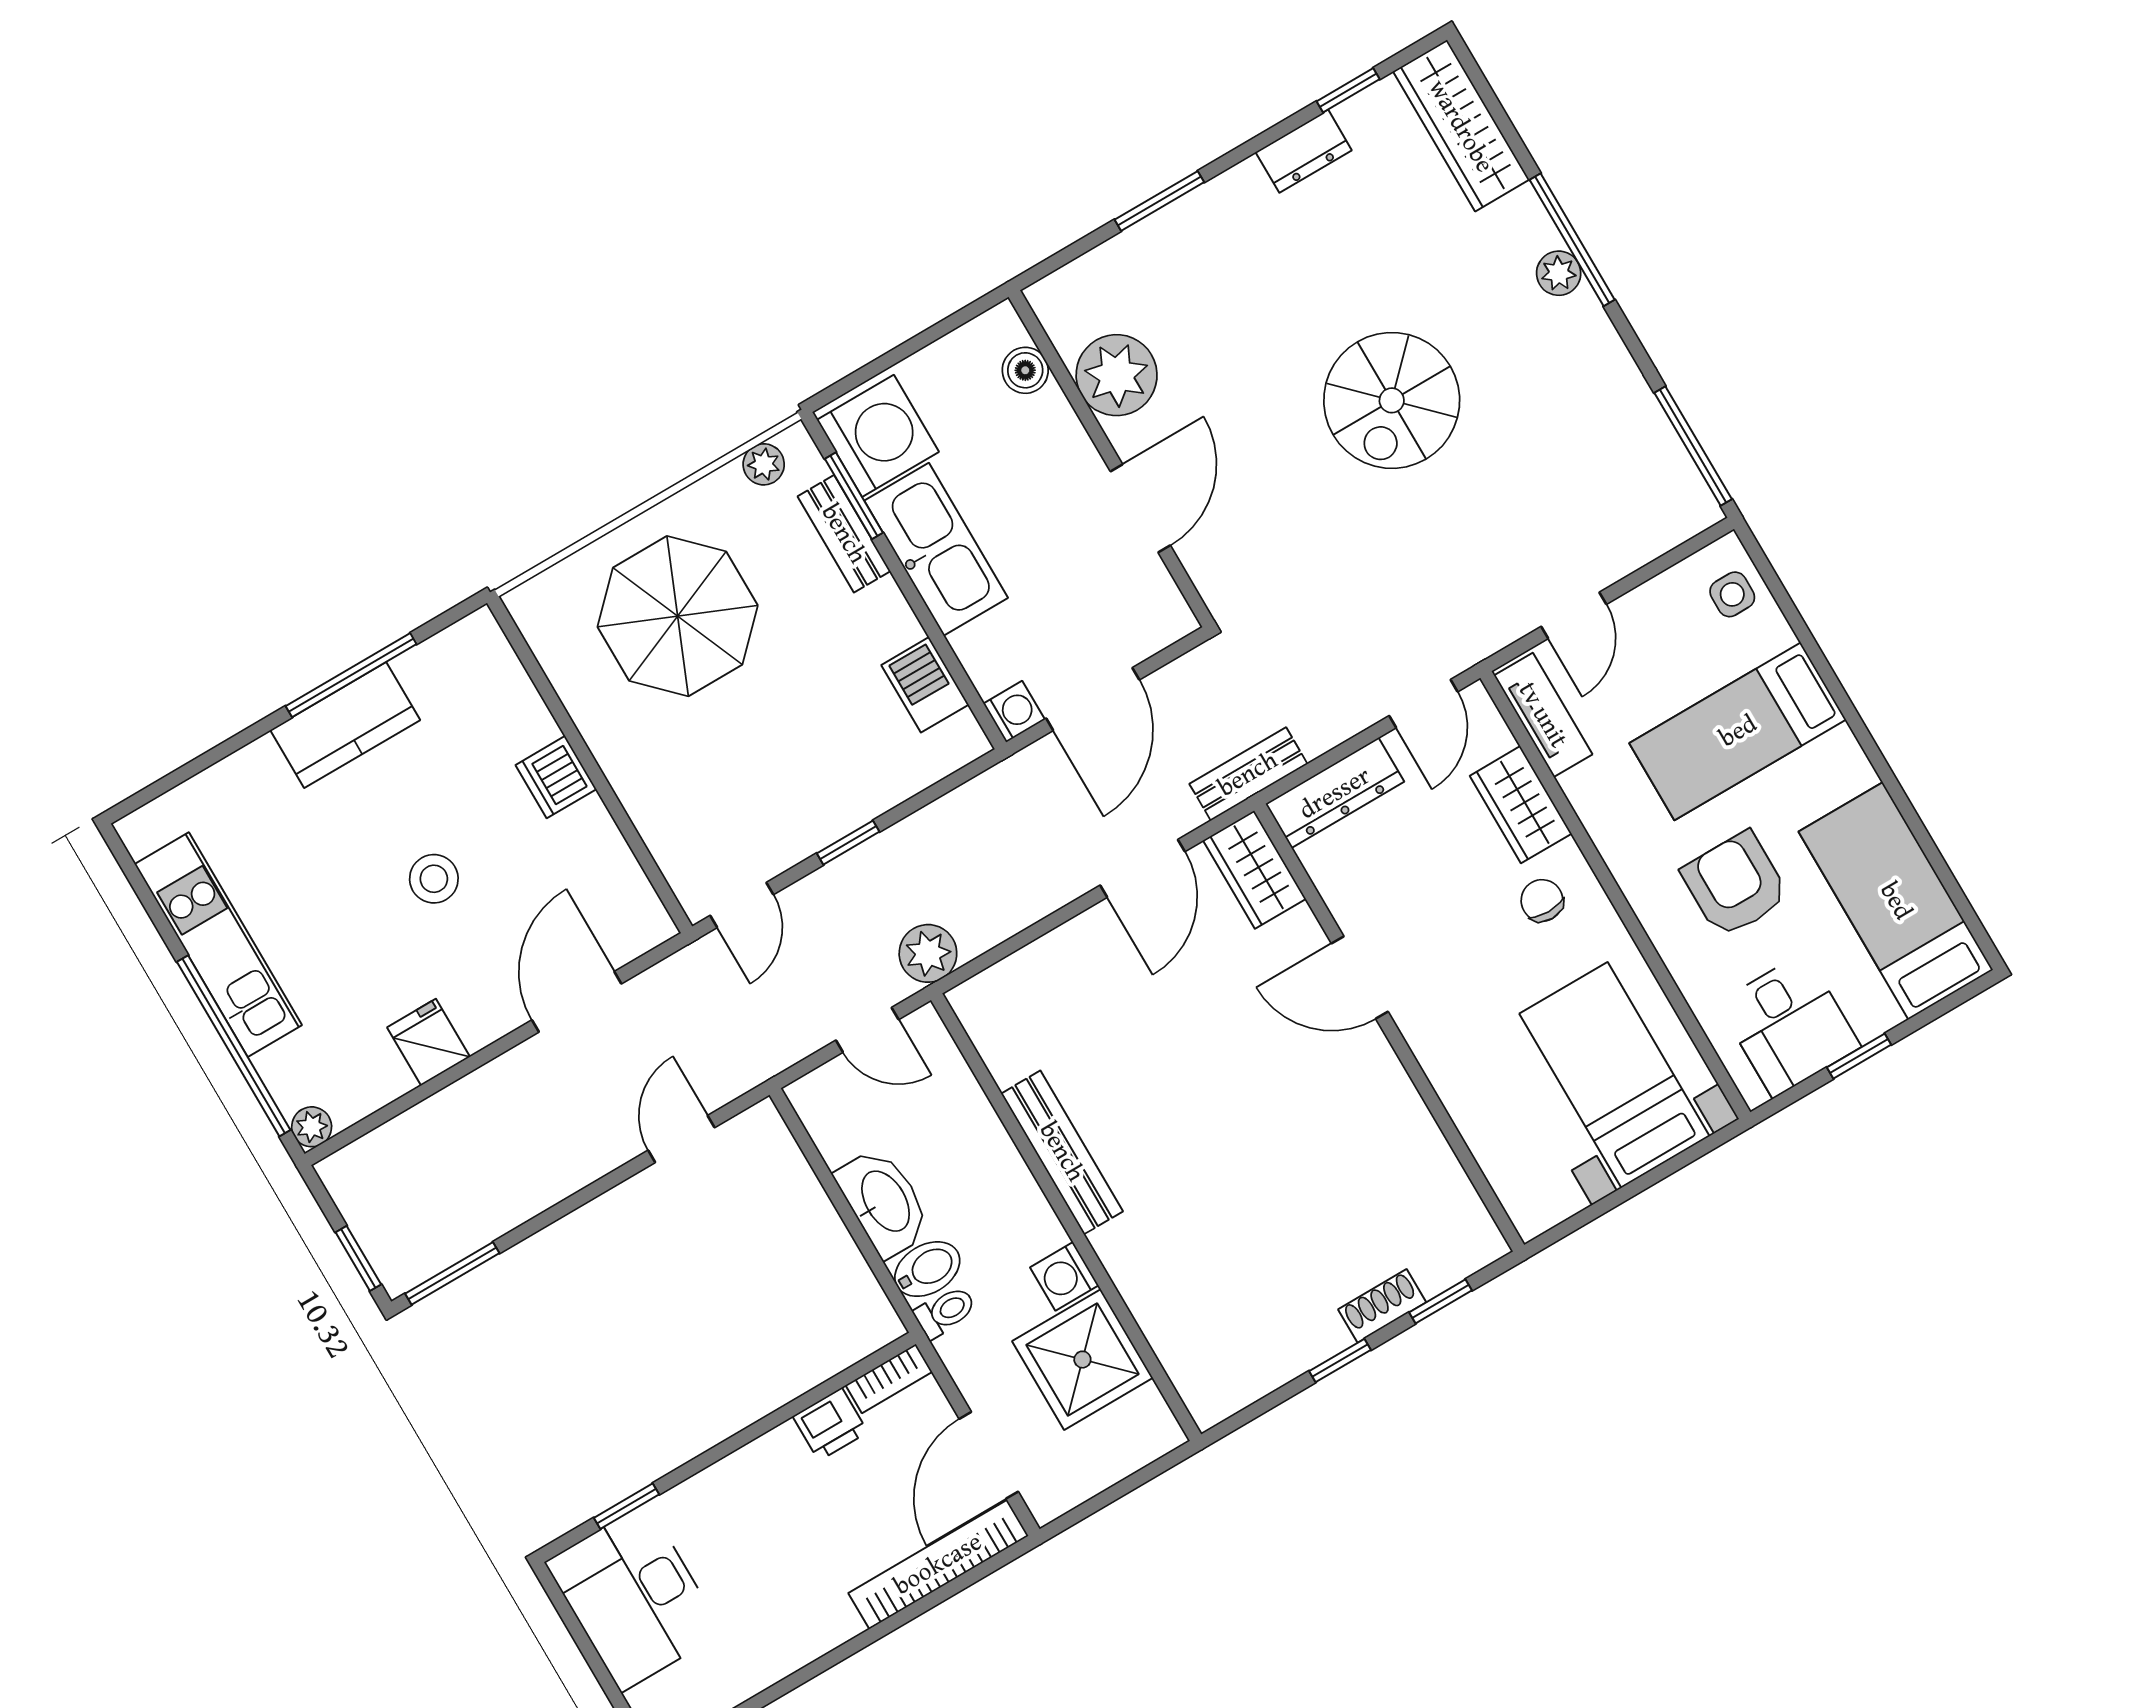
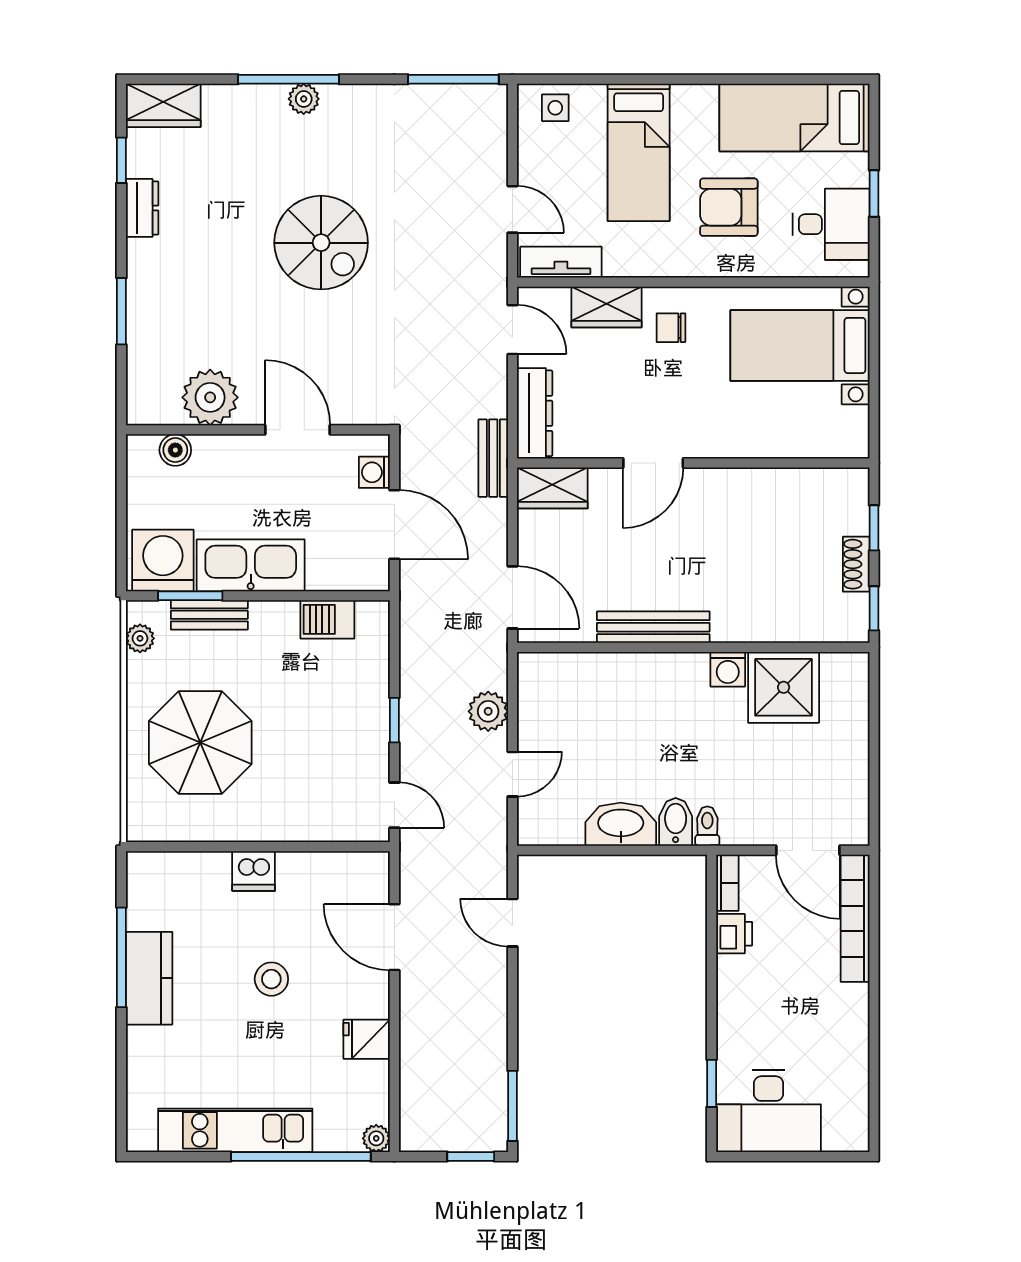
wardrobe: (1461, 126) -> (163, 105), width x0.67
washing machine: (1014, 712) -> (374, 472), moved, turned -90
door: (1143, 868) -> (512, 597), moved
bench: (1062, 1152) -> (653, 627), moved
wall: (1066, 1217) -> (693, 647), moved
washing machine: (1064, 1276) -> (728, 669), moved
shower: (1082, 1360) -> (784, 687), moved

